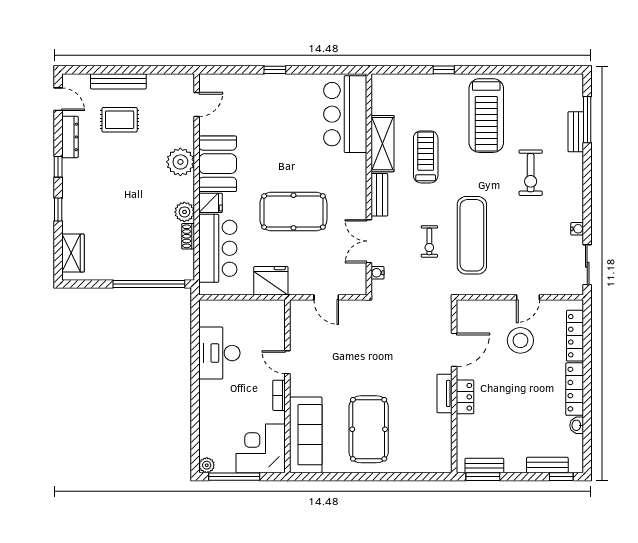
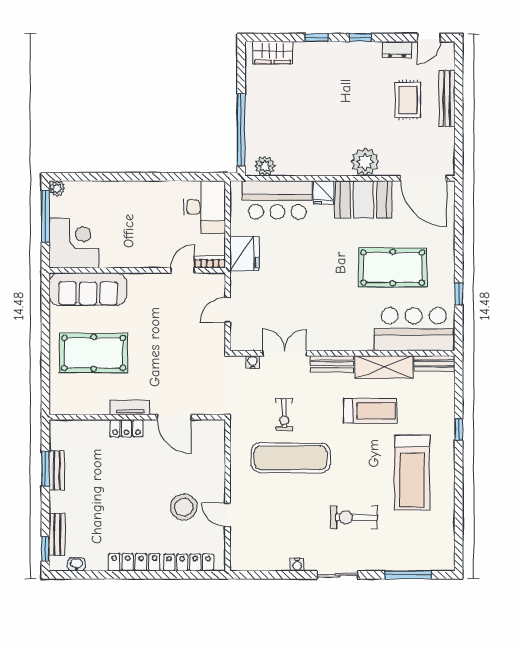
window: (275, 70) -> (459, 294), moved
door: (197, 104) -> (423, 178), width x1.88
treadmill: (486, 116) -> (412, 472), turned -90
bench: (576, 132) -> (434, 363), moved
dresser: (70, 137) -> (397, 50), width x0.70
plant: (184, 212) -> (265, 166), moved
pool table: (293, 212) -> (393, 268), moved, turned 90
shoe rack: (188, 236) -> (290, 170), removed
exercise bike: (429, 241) -> (284, 415), turned -90
sliding door: (587, 265) -> (337, 575), moved
door: (454, 350) -> (174, 417), moved
desk: (219, 353) -> (204, 207), moved, turned 90
door: (287, 362) -> (182, 270), moved
wall: (454, 386) -> (137, 417), moved
tv unit: (445, 393) -> (130, 407), moved
bookcase: (279, 395) -> (210, 262), moved
locker: (465, 397) -> (127, 428), moved
washbasin: (577, 425) -> (76, 564), moved

